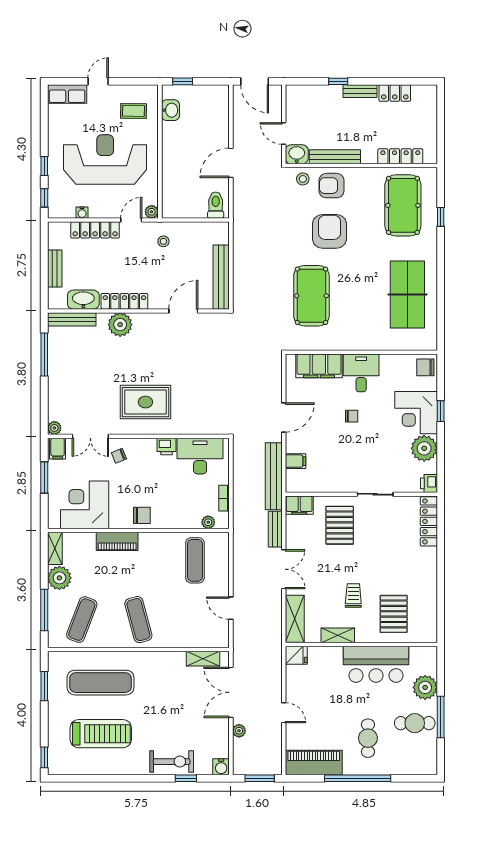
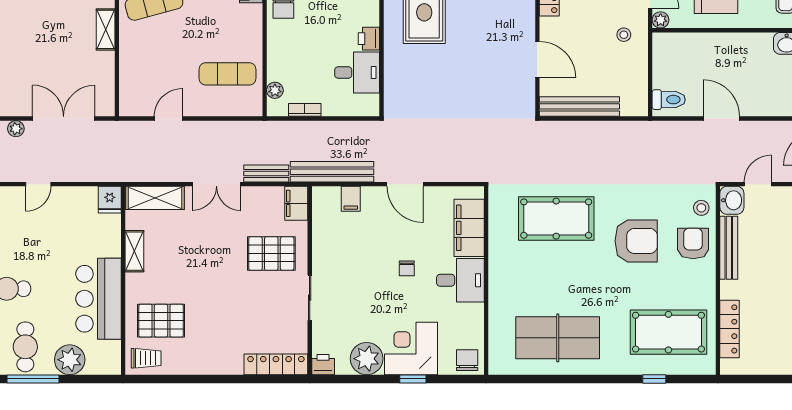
desk: (200, 456) -> (357, 73), width x0.73
trolley: (353, 595) -> (146, 358), moved
shelving: (203, 659) -> (106, 29), moved

